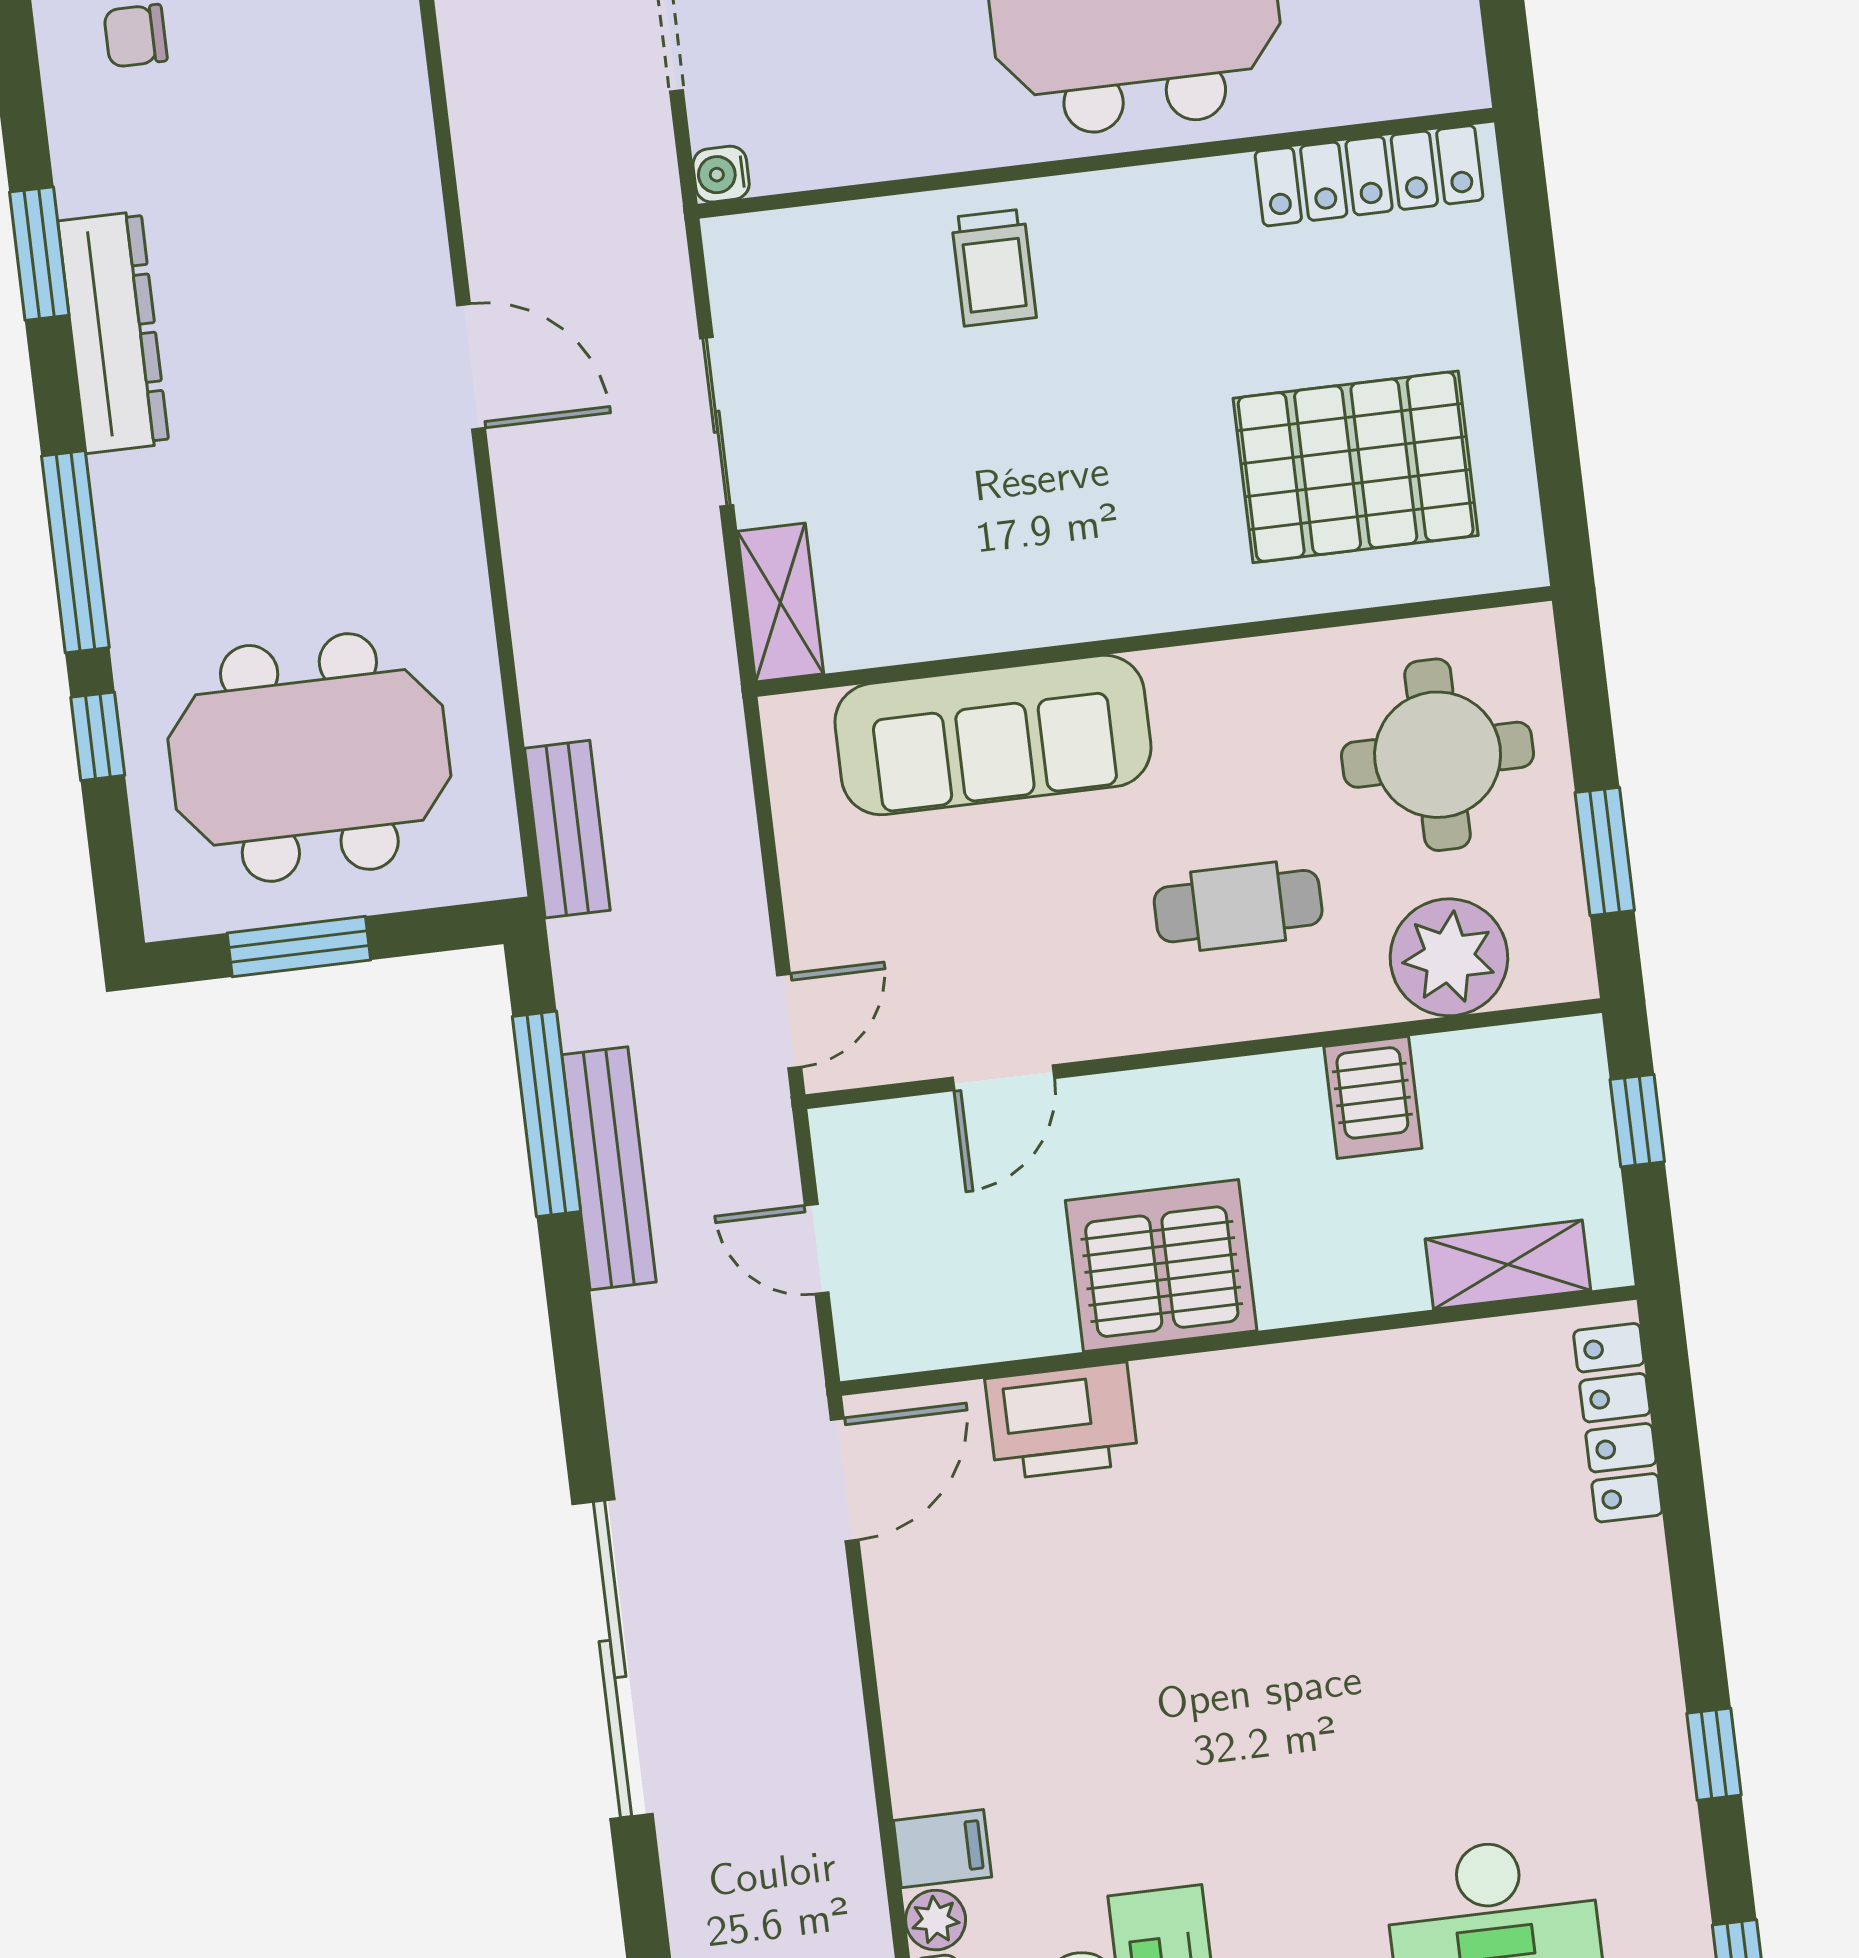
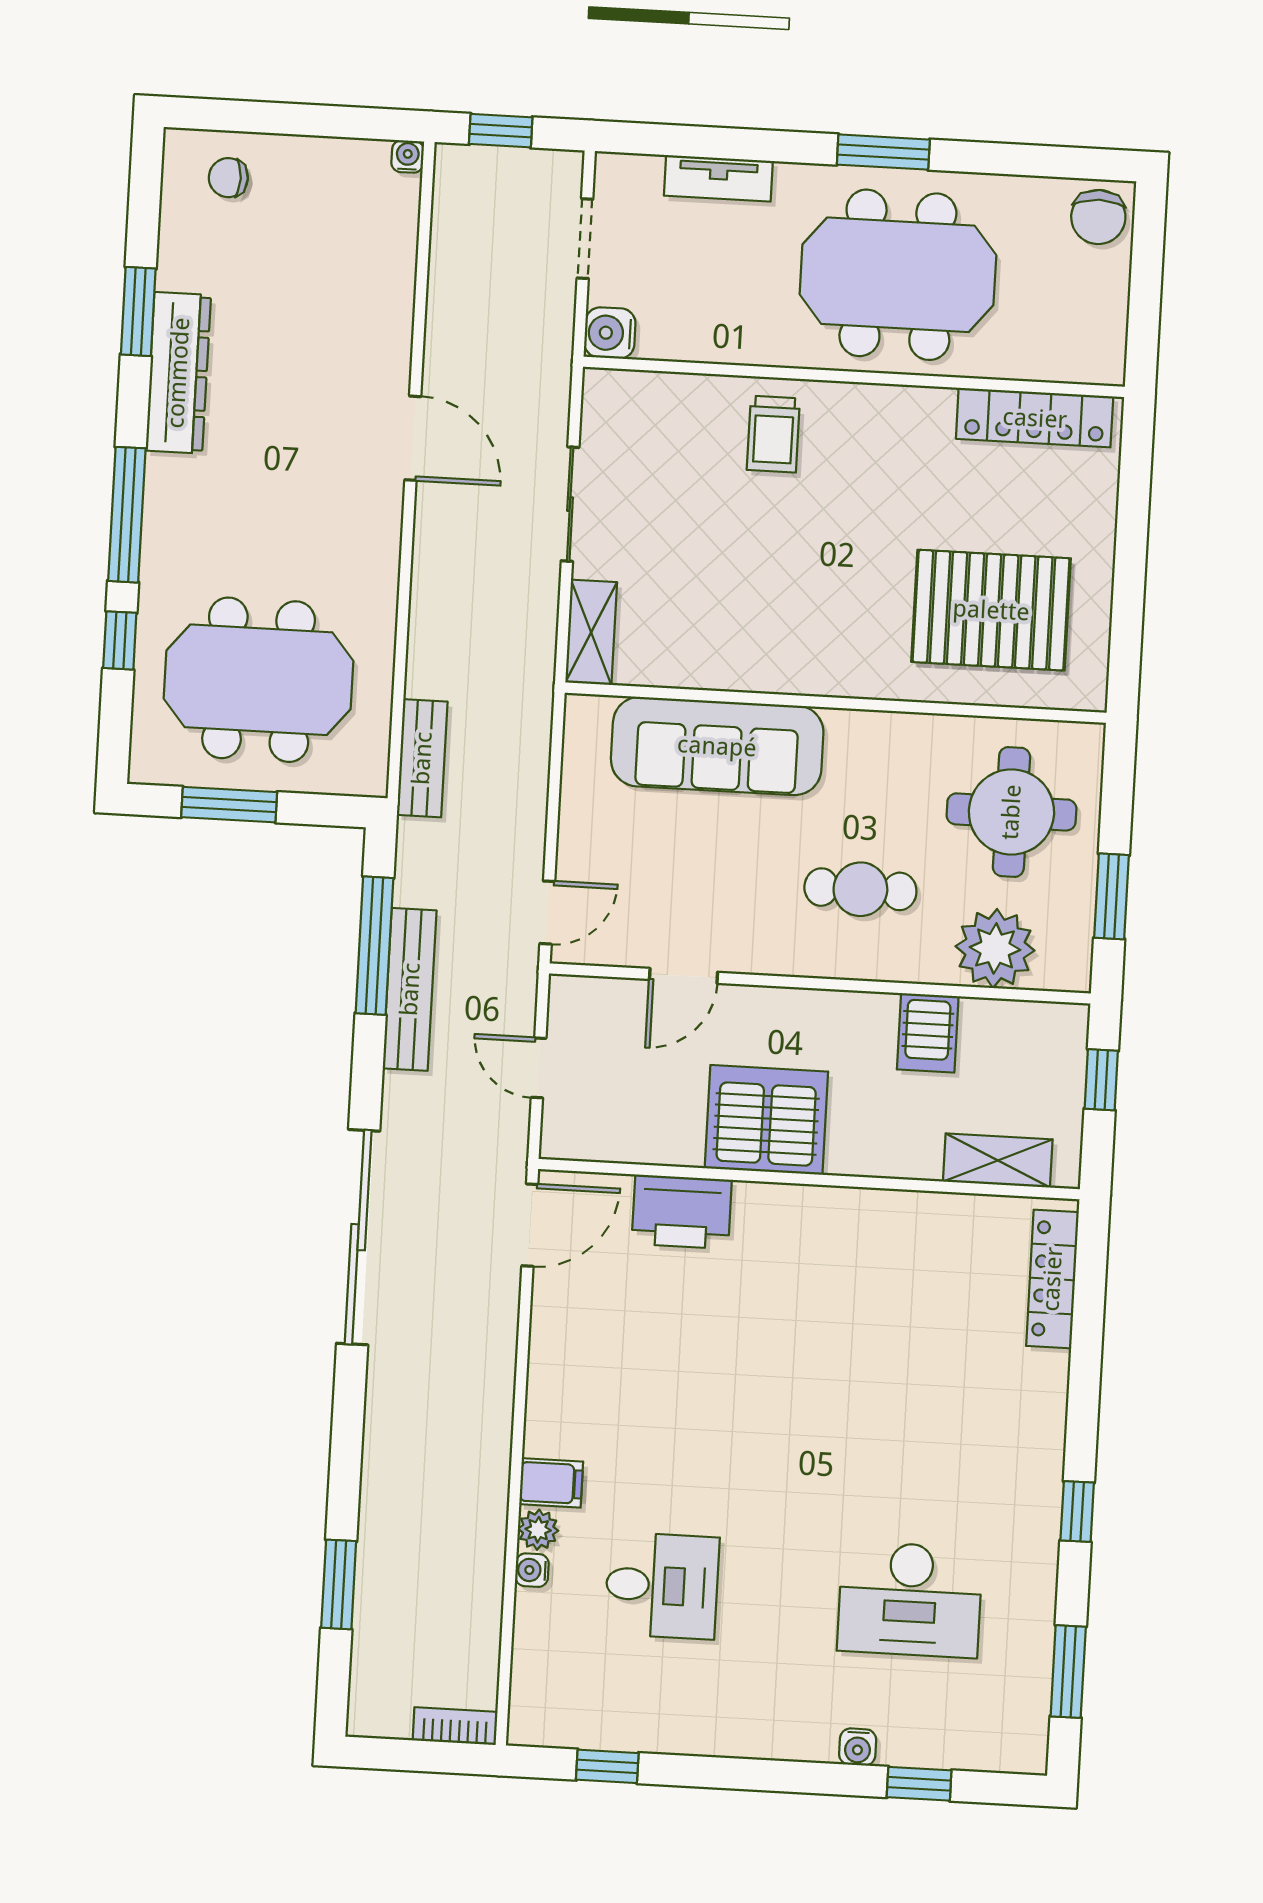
water cooler: (721, 174) -> (610, 333), width x1.38, depth x1.38
sliding door: (612, 1659) -> (358, 1237), moved

